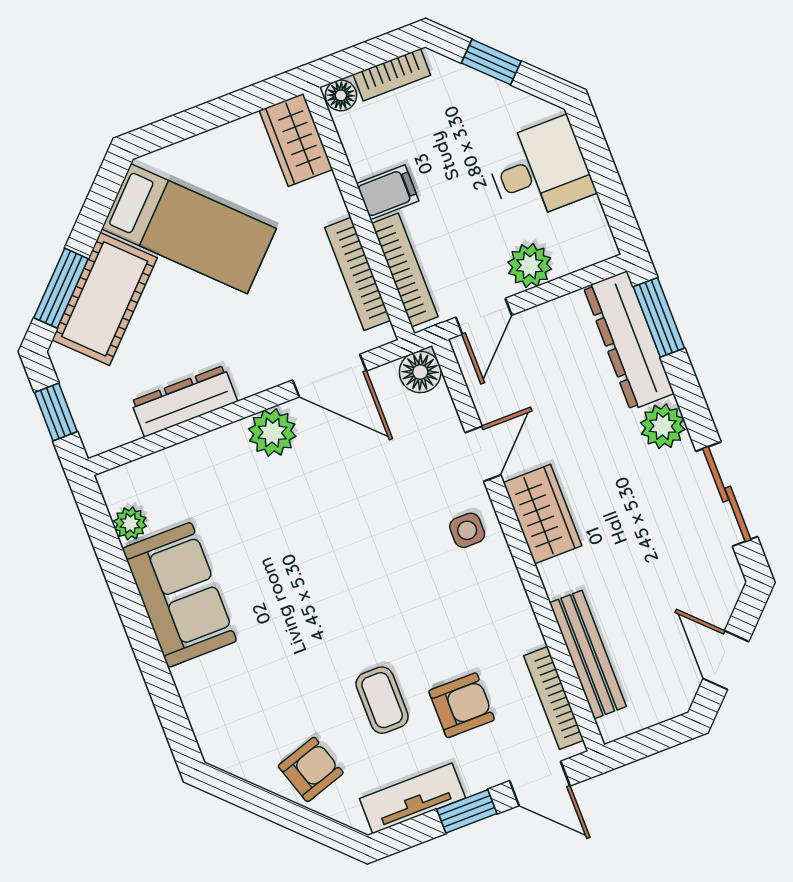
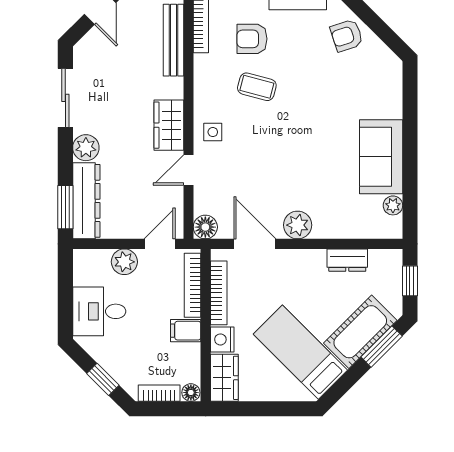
nightstand: (323, 201) -> (222, 339), added
dresser: (184, 401) -> (347, 260), width x0.70
coffee table: (382, 700) -> (257, 87), moved, turned -75

